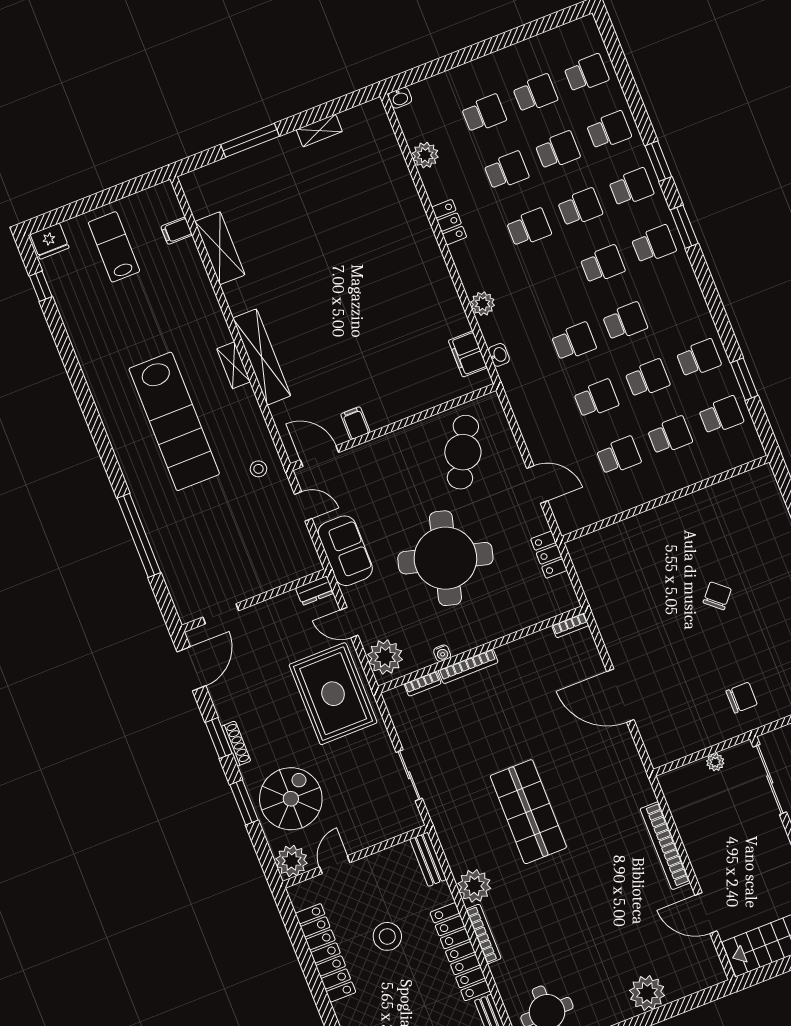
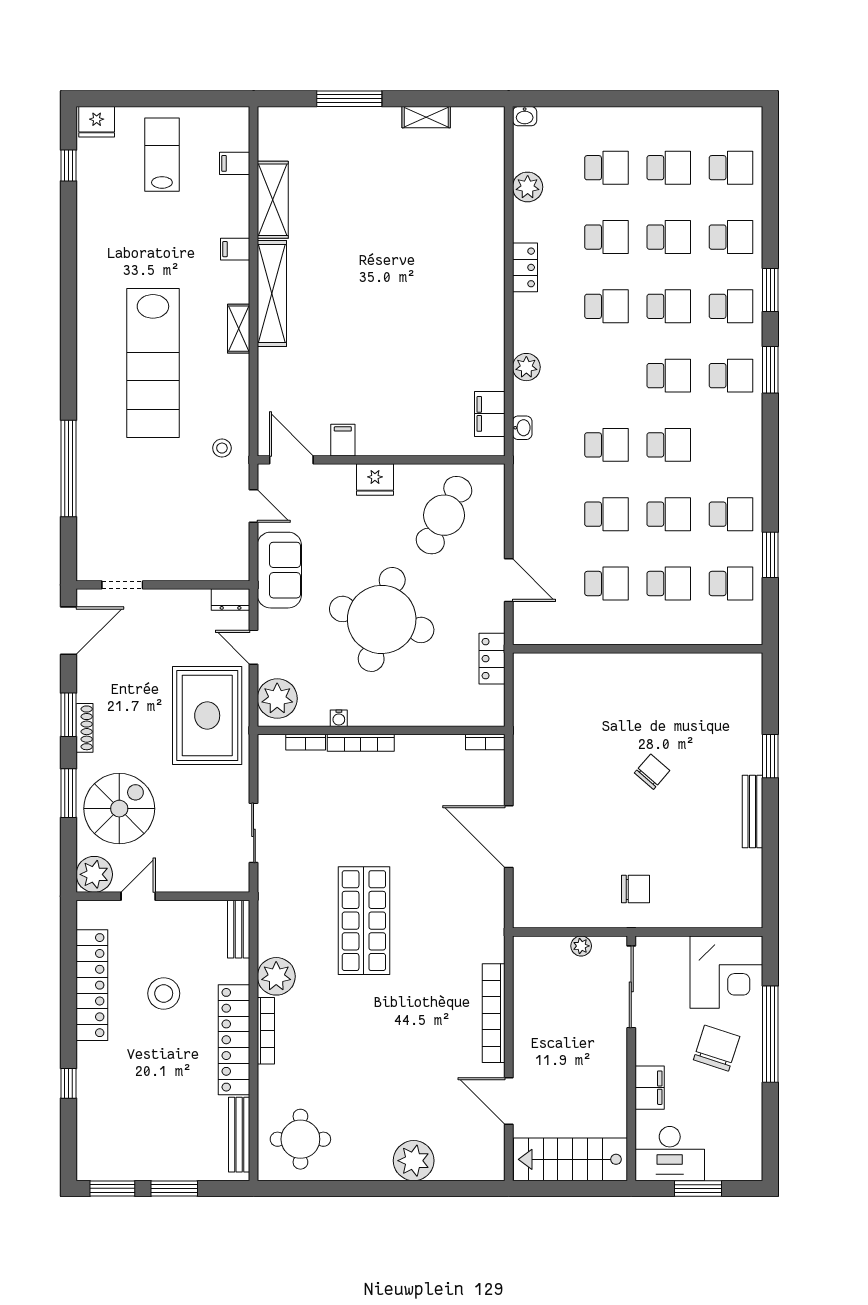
filing cabinet: (205, 301) -> (235, 249), added
shelving: (262, 357) -> (272, 293), moved
fridge: (395, 445) -> (375, 480), added

